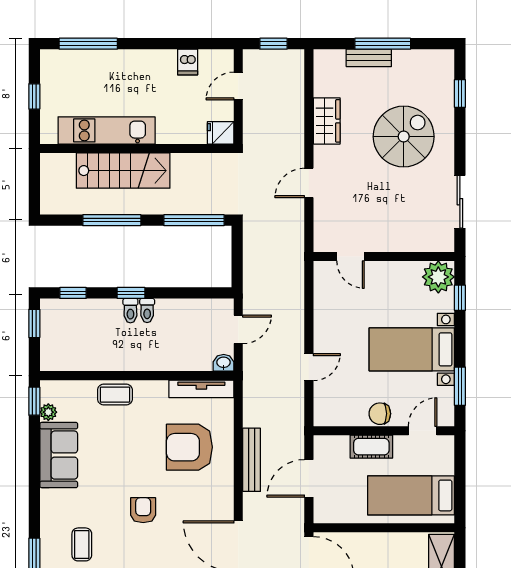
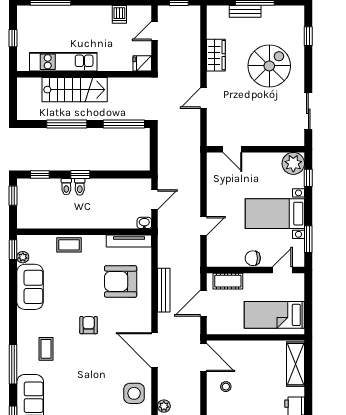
toilet: (147, 310) -> (66, 187), moved
cot: (371, 447) -> (228, 281), moved

